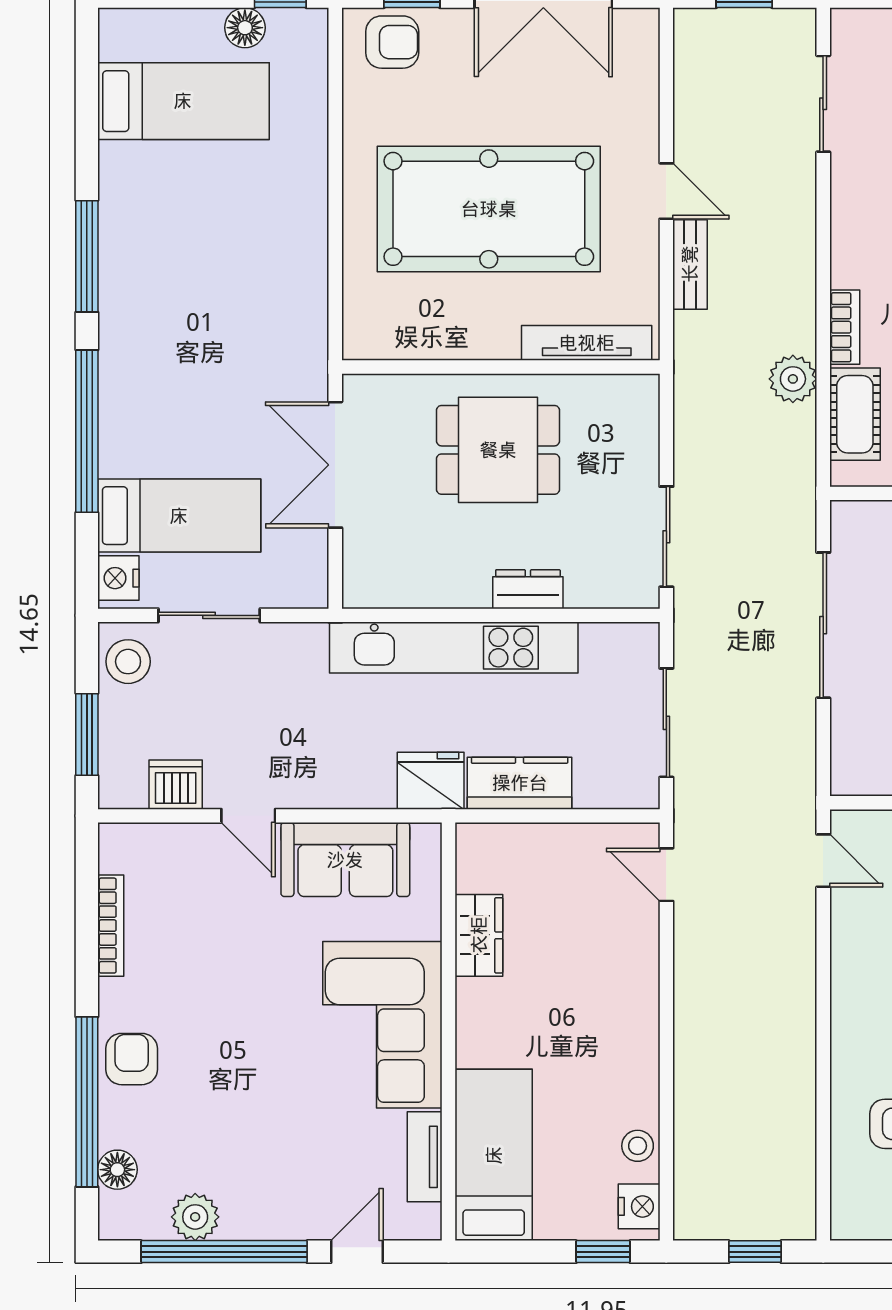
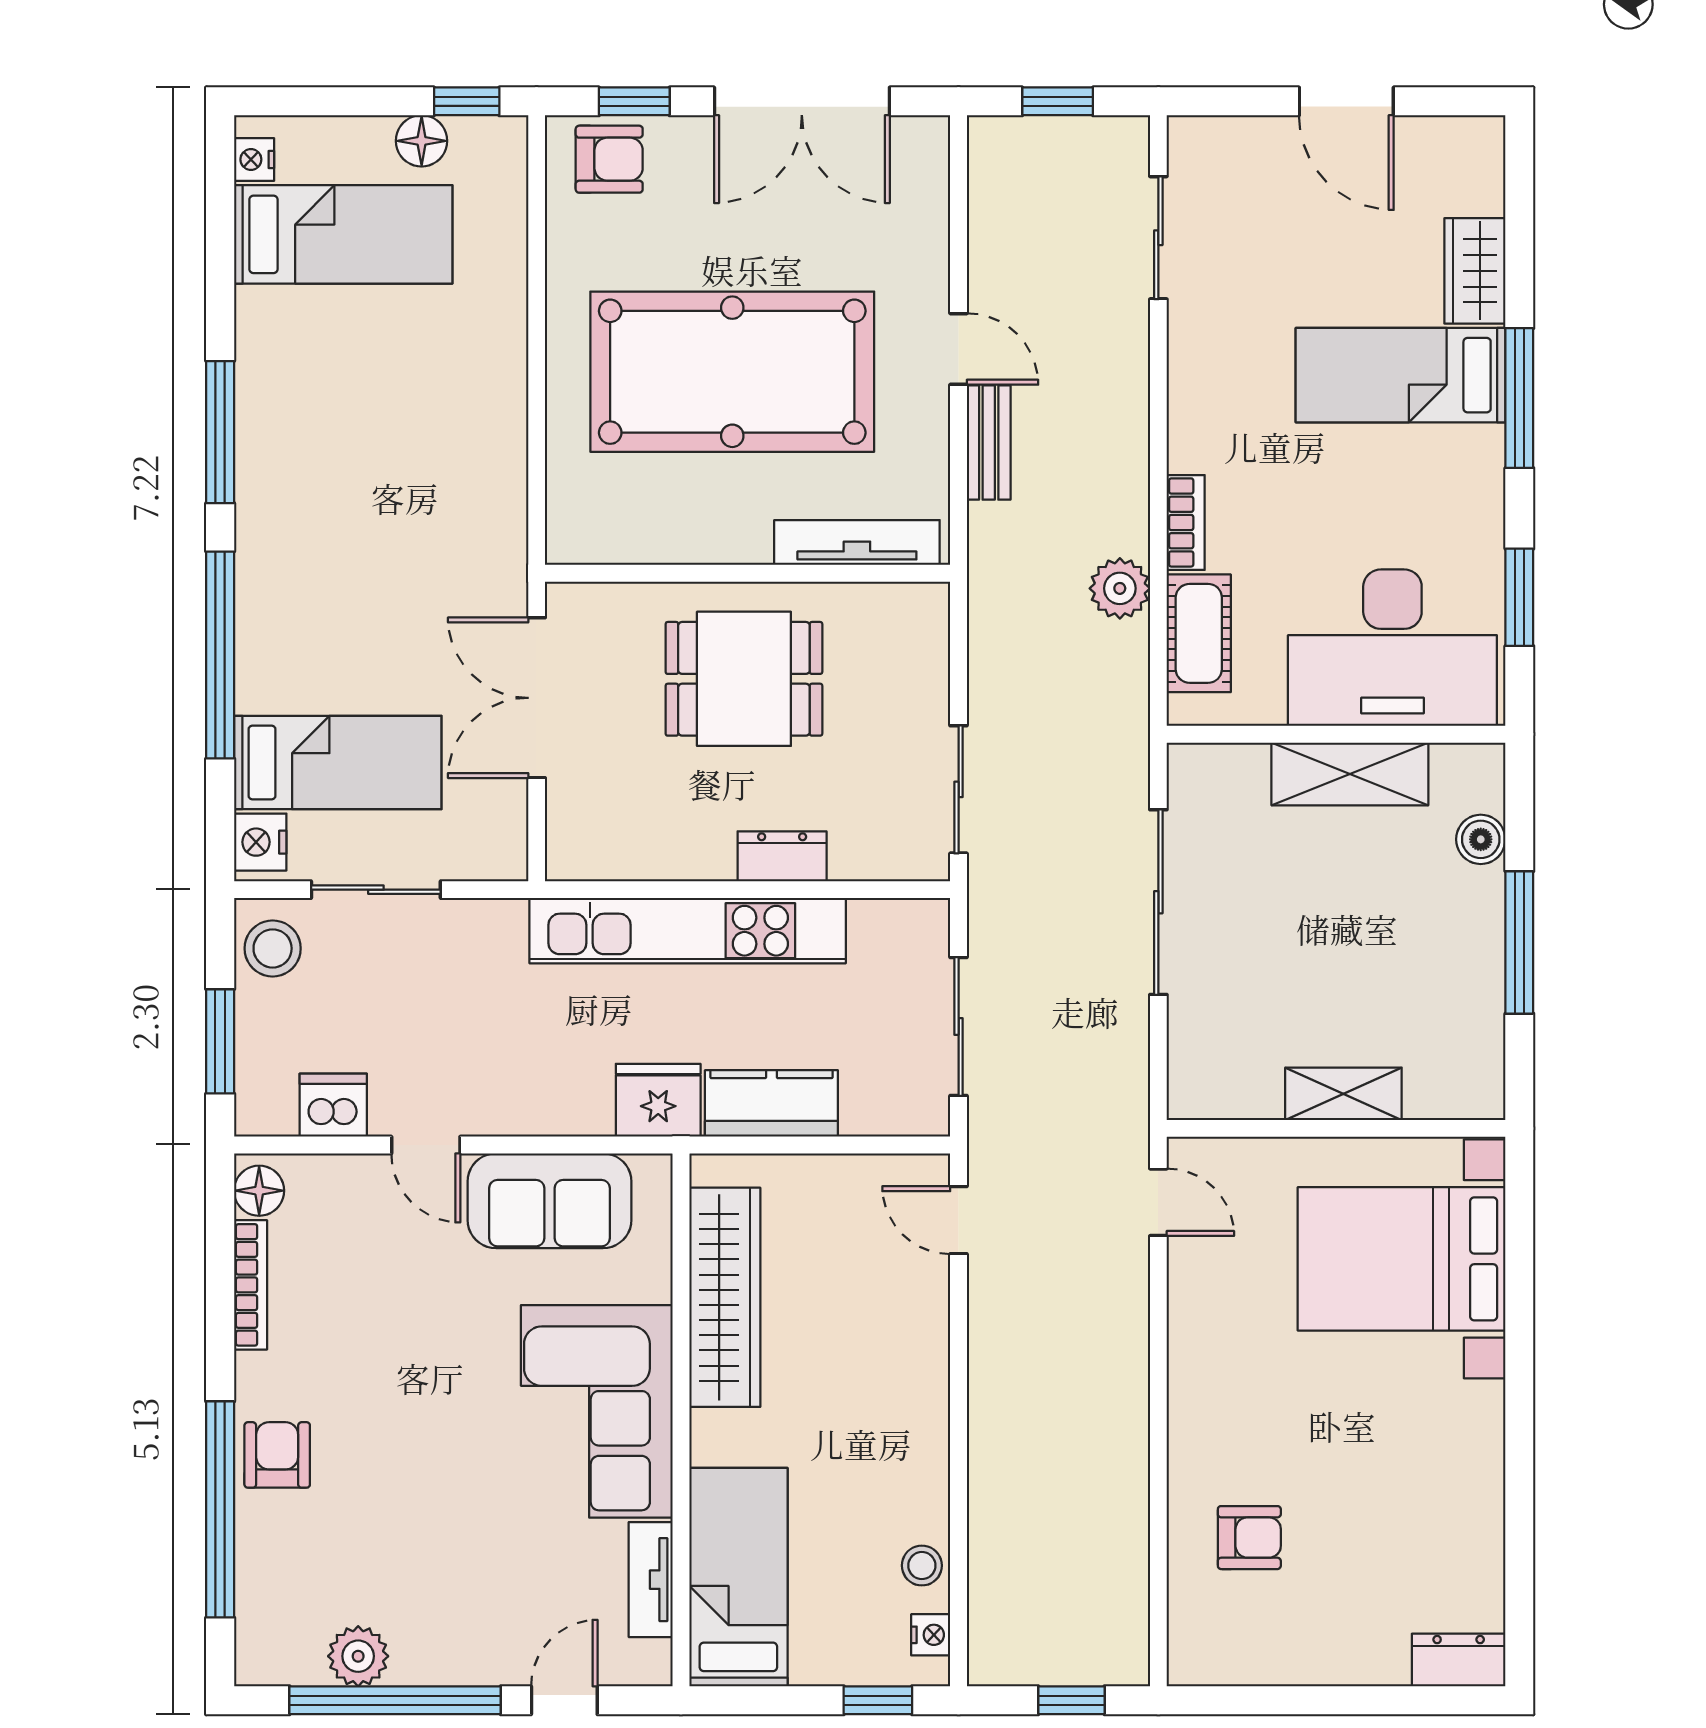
nightstand: (114, 42) -> (254, 159), added
wardrobe: (479, 935) -> (725, 1297), width x2.10, depth x1.17
floor lamp: (117, 1170) -> (259, 1191), moved
nightstand: (639, 1206) -> (931, 1635), width x0.72, depth x0.74

